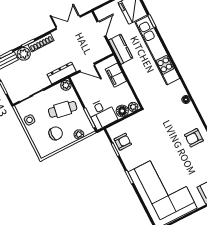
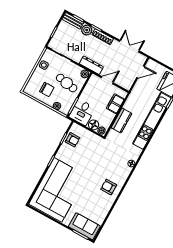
kitchen counter: (121, 49) -> (121, 121), moved
door: (87, 67) -> (107, 80), swing flipped

